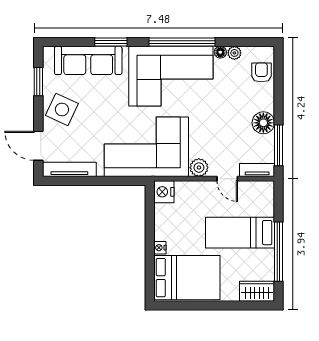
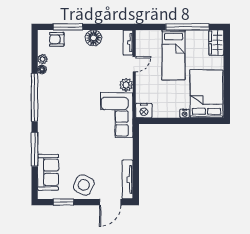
window: (111, 42) -> (35, 149), width x1.44
sofa: (88, 60) -> (48, 172), width x0.73
corner sofa: (171, 76) -> (59, 105), removed
window: (279, 145) -> (68, 27), moved
corner sofa: (146, 147) -> (117, 115), width x0.73, depth x0.74

